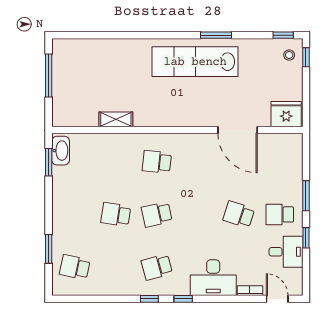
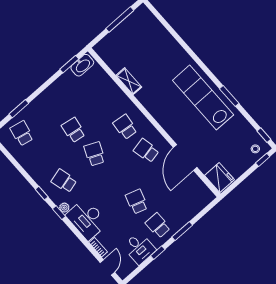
school desk: (198, 162) -> (146, 151), added
school desk: (157, 214) -> (95, 154), turned 36
plant: (183, 289) -> (64, 208), added

